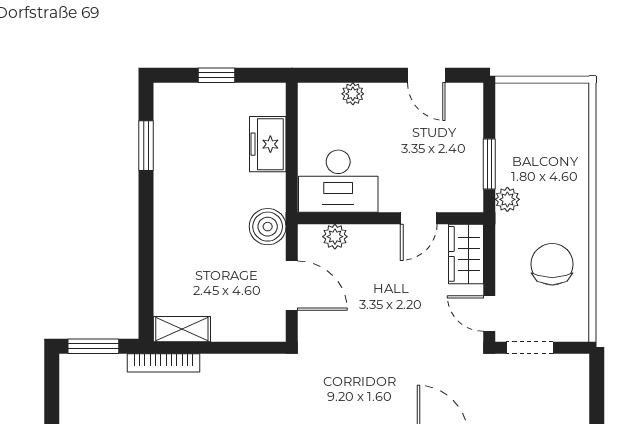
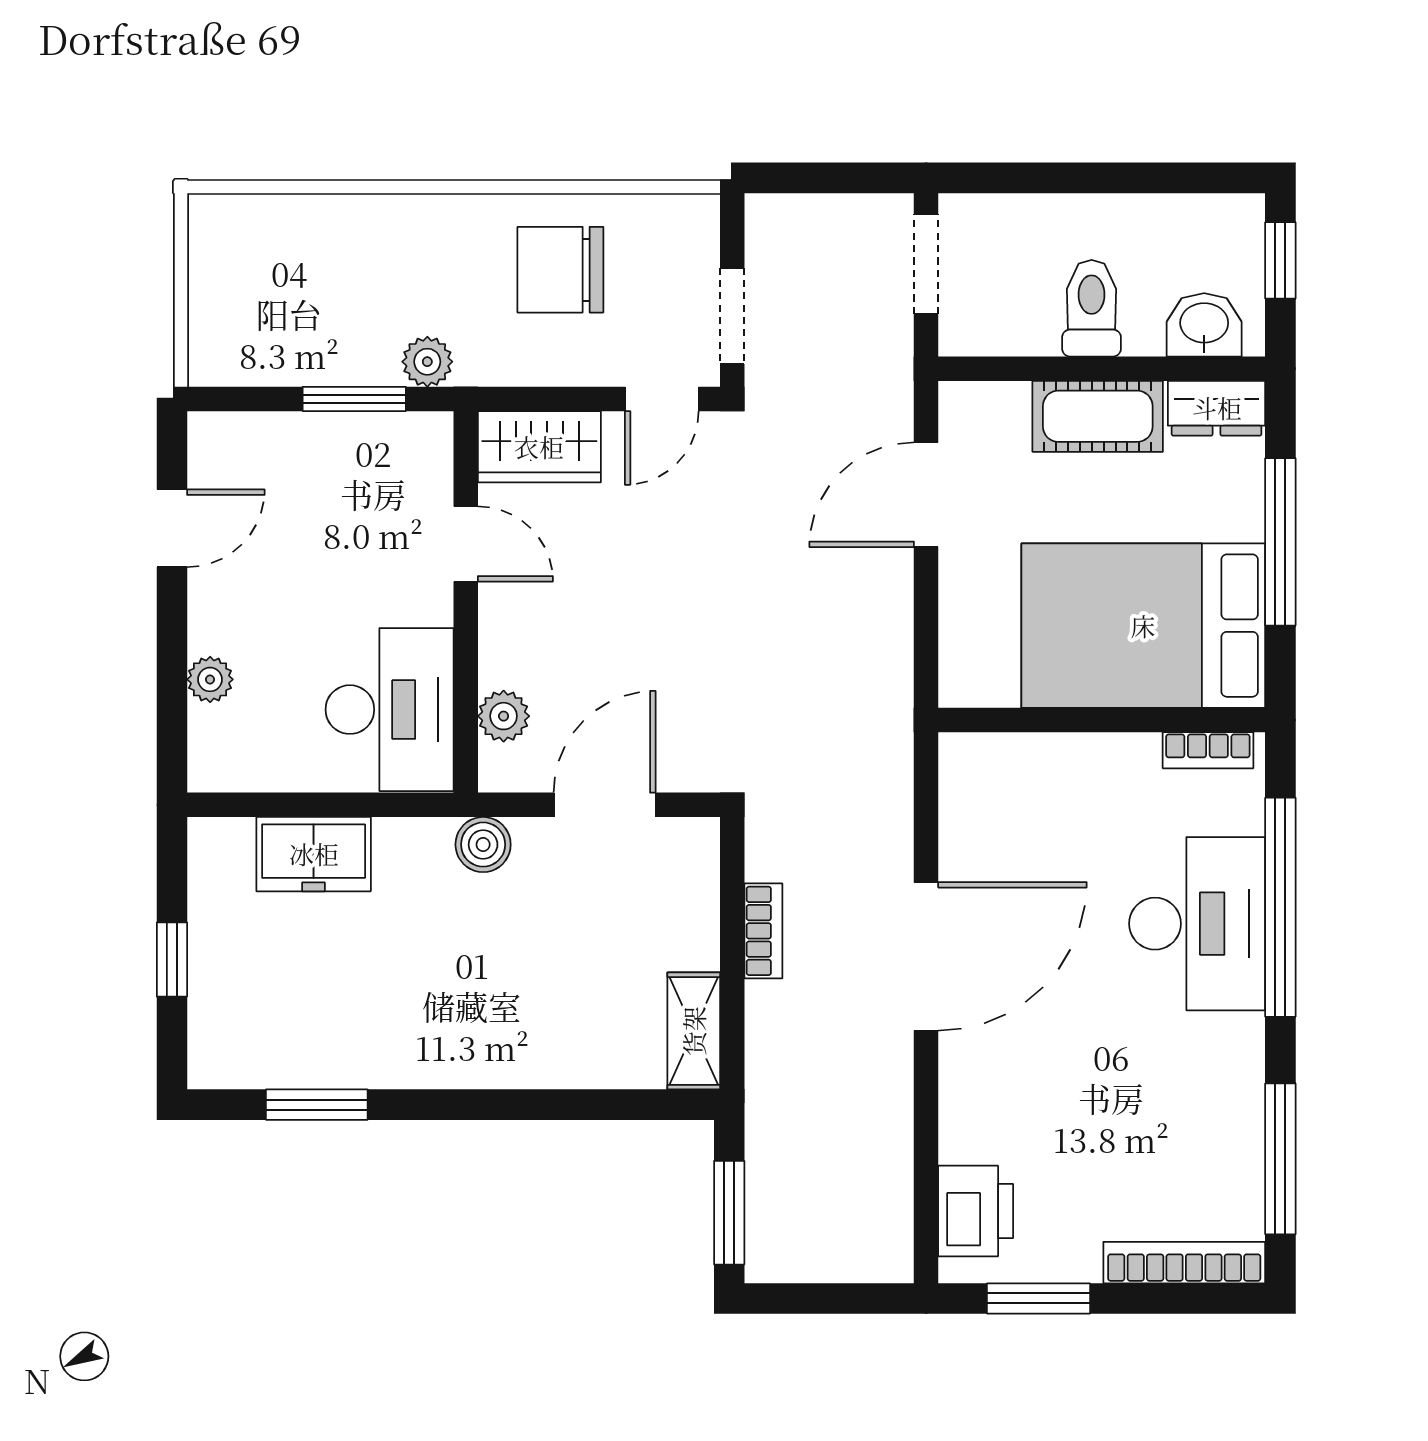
boiler: (268, 227) -> (483, 845), width x0.73, depth x0.73
bookcase: (164, 363) -> (763, 931), moved, width x0.64

